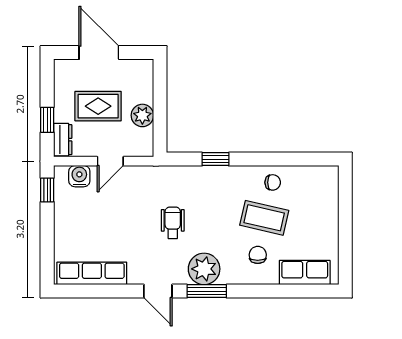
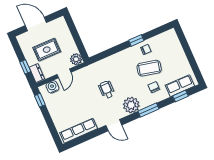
plant: (142, 115) -> (76, 59), moved
window: (215, 159) -> (136, 40), moved
window: (207, 291) -> (148, 110), moved
window: (298, 291) -> (180, 96), added

